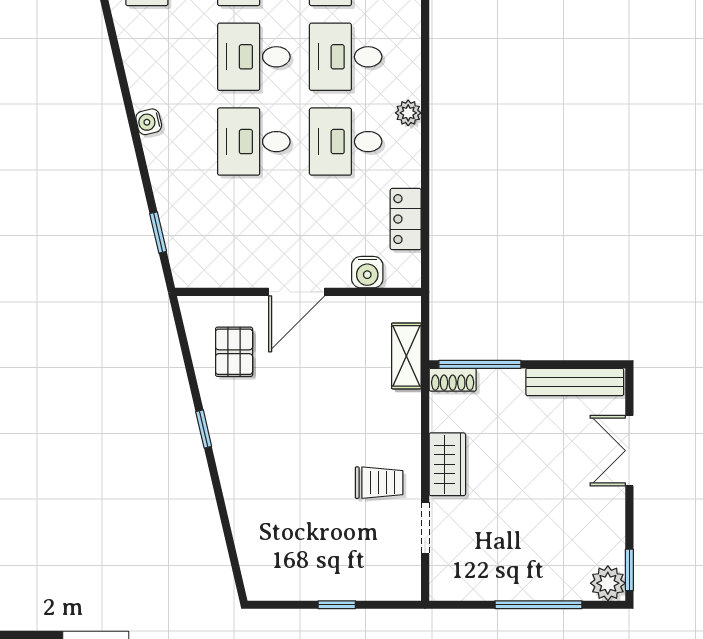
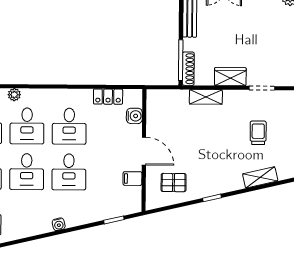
plant: (408, 113) -> (14, 95), moved
filing cabinet: (242, 269) -> (132, 179), added
shelving: (406, 356) -> (206, 97), moved
shoe rack: (453, 380) -> (188, 69), width x1.43
trolley: (379, 483) -> (258, 133), moved
shelving: (245, 526) -> (260, 177), added

